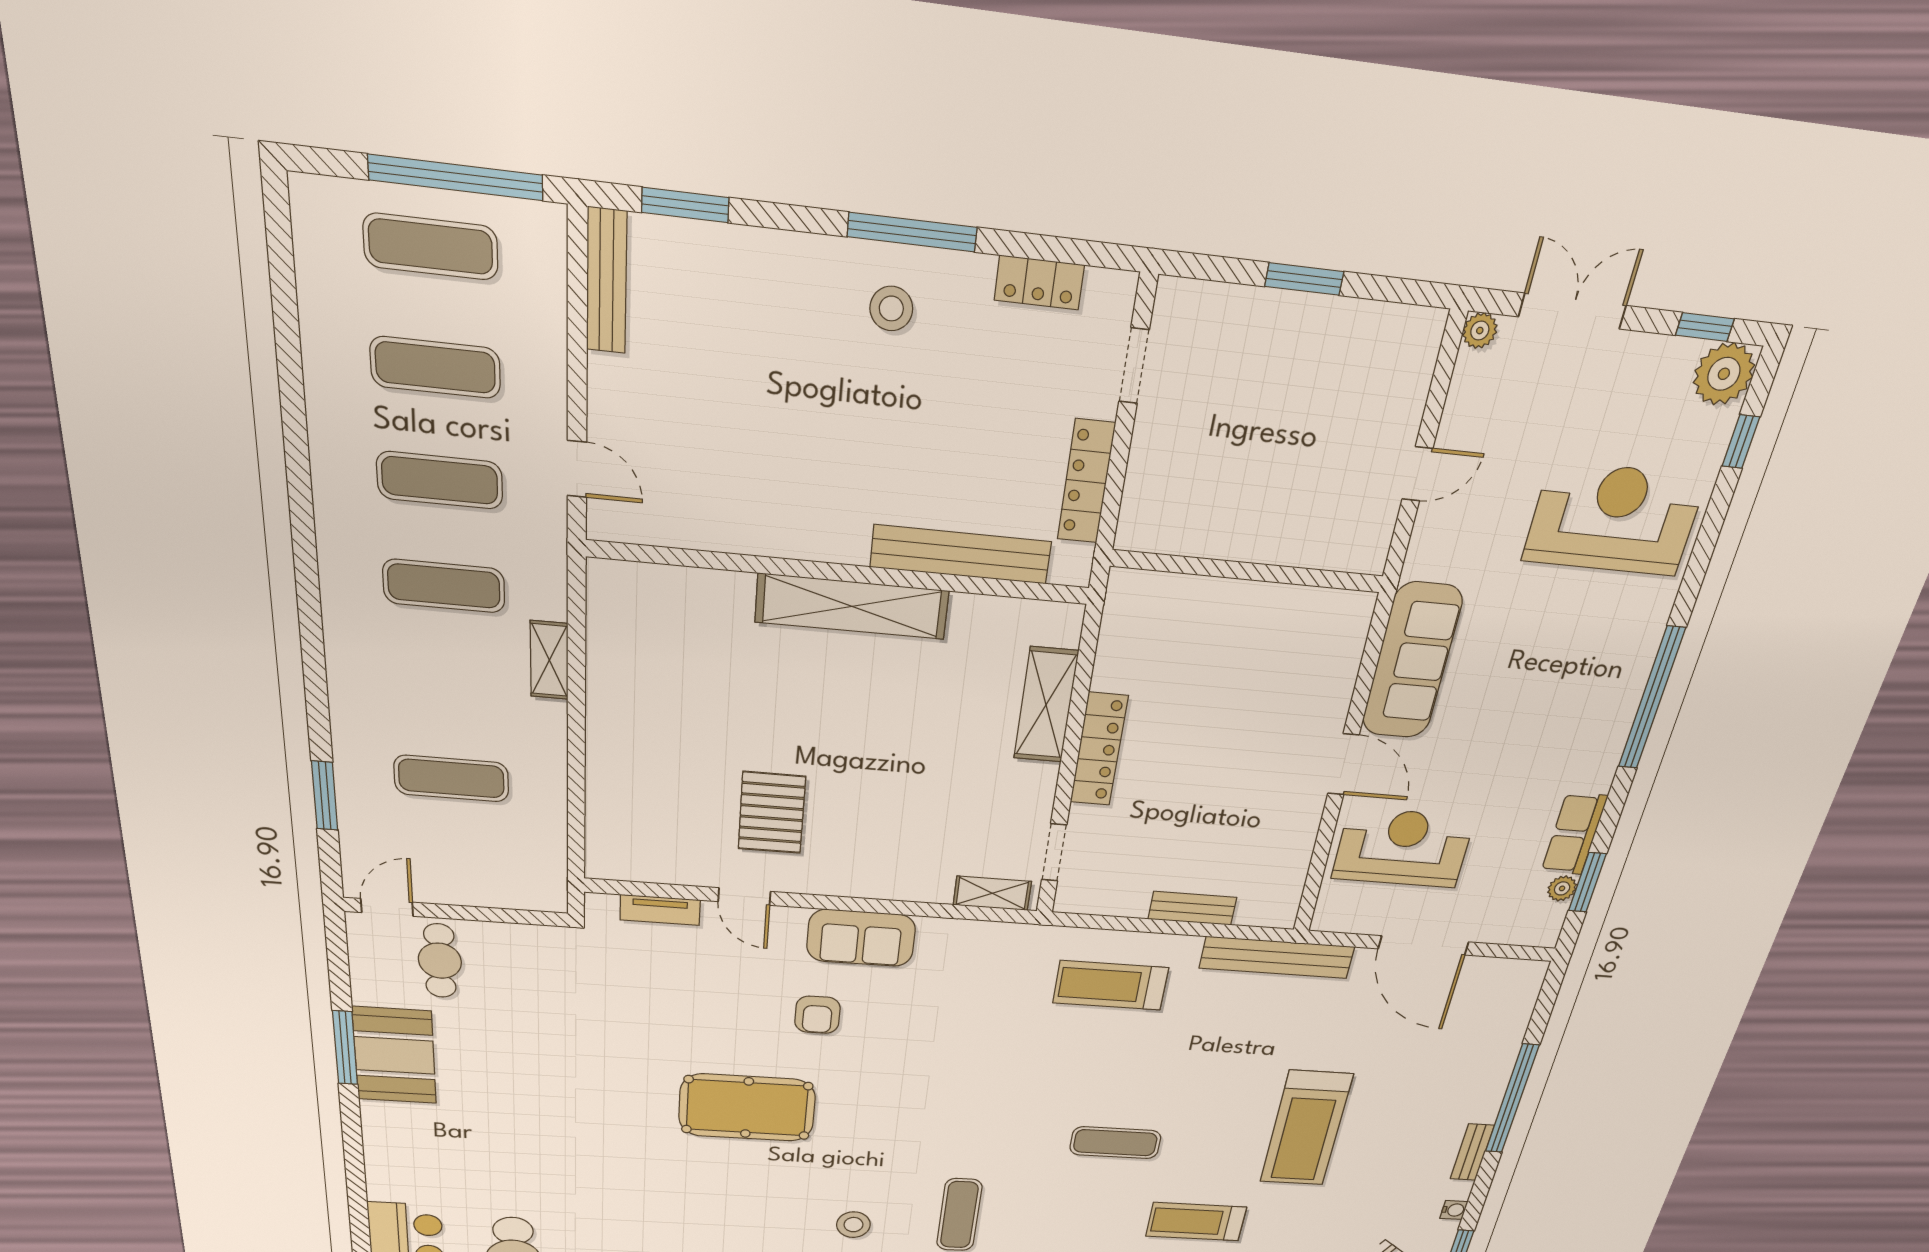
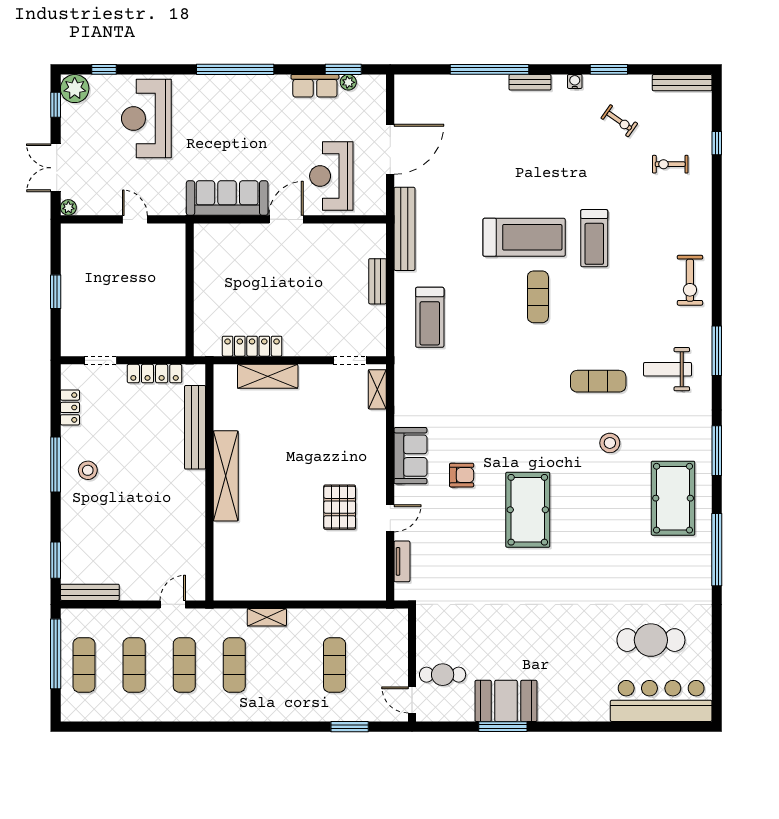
locker: (1099, 749) -> (252, 346), moved
pallet: (772, 813) -> (340, 507), turned 90
treadmill: (1306, 1128) -> (524, 237), moved

